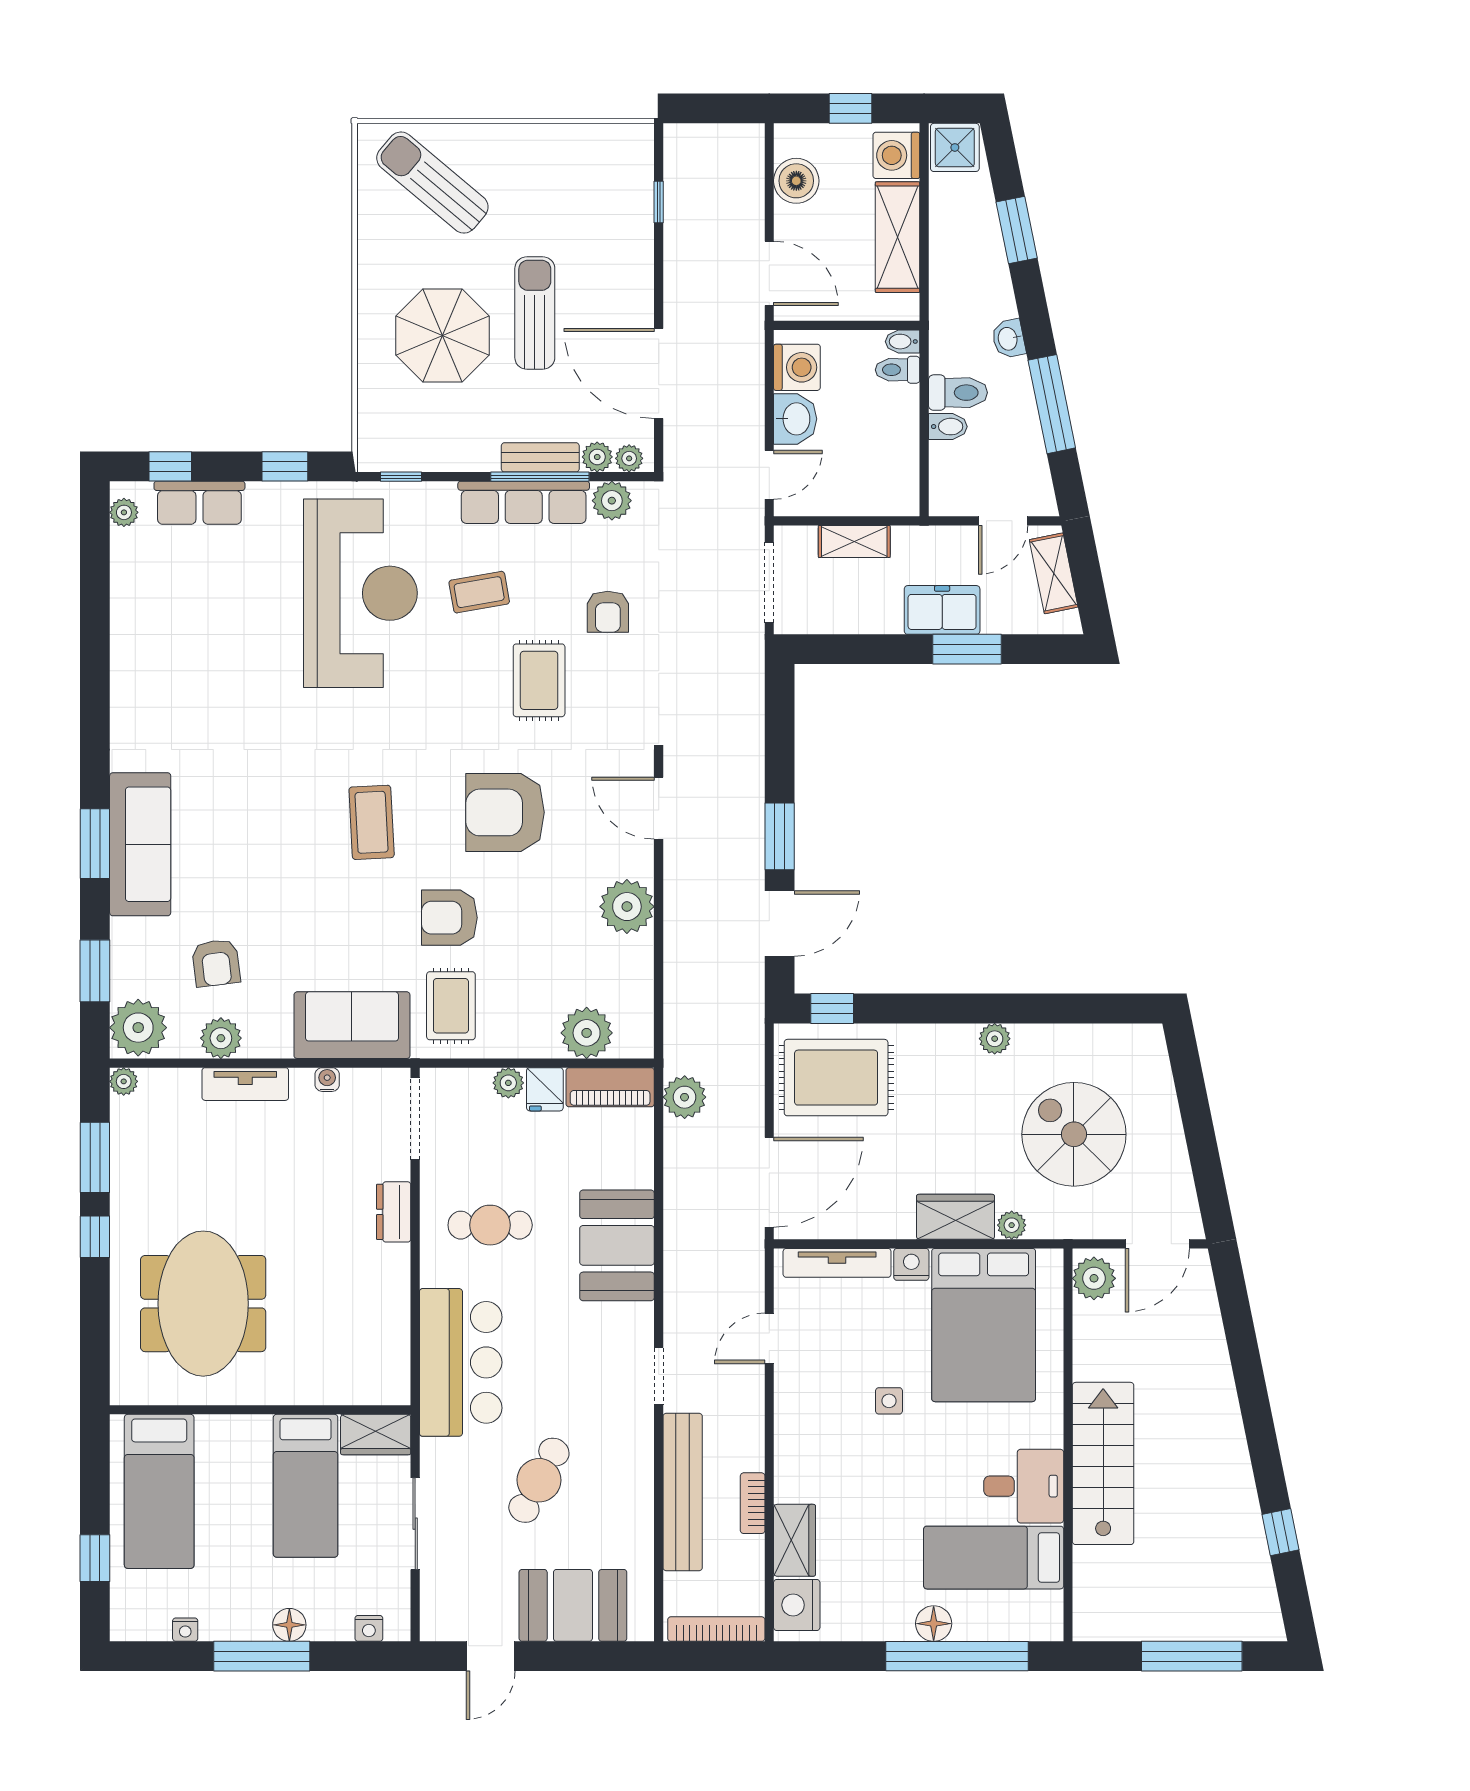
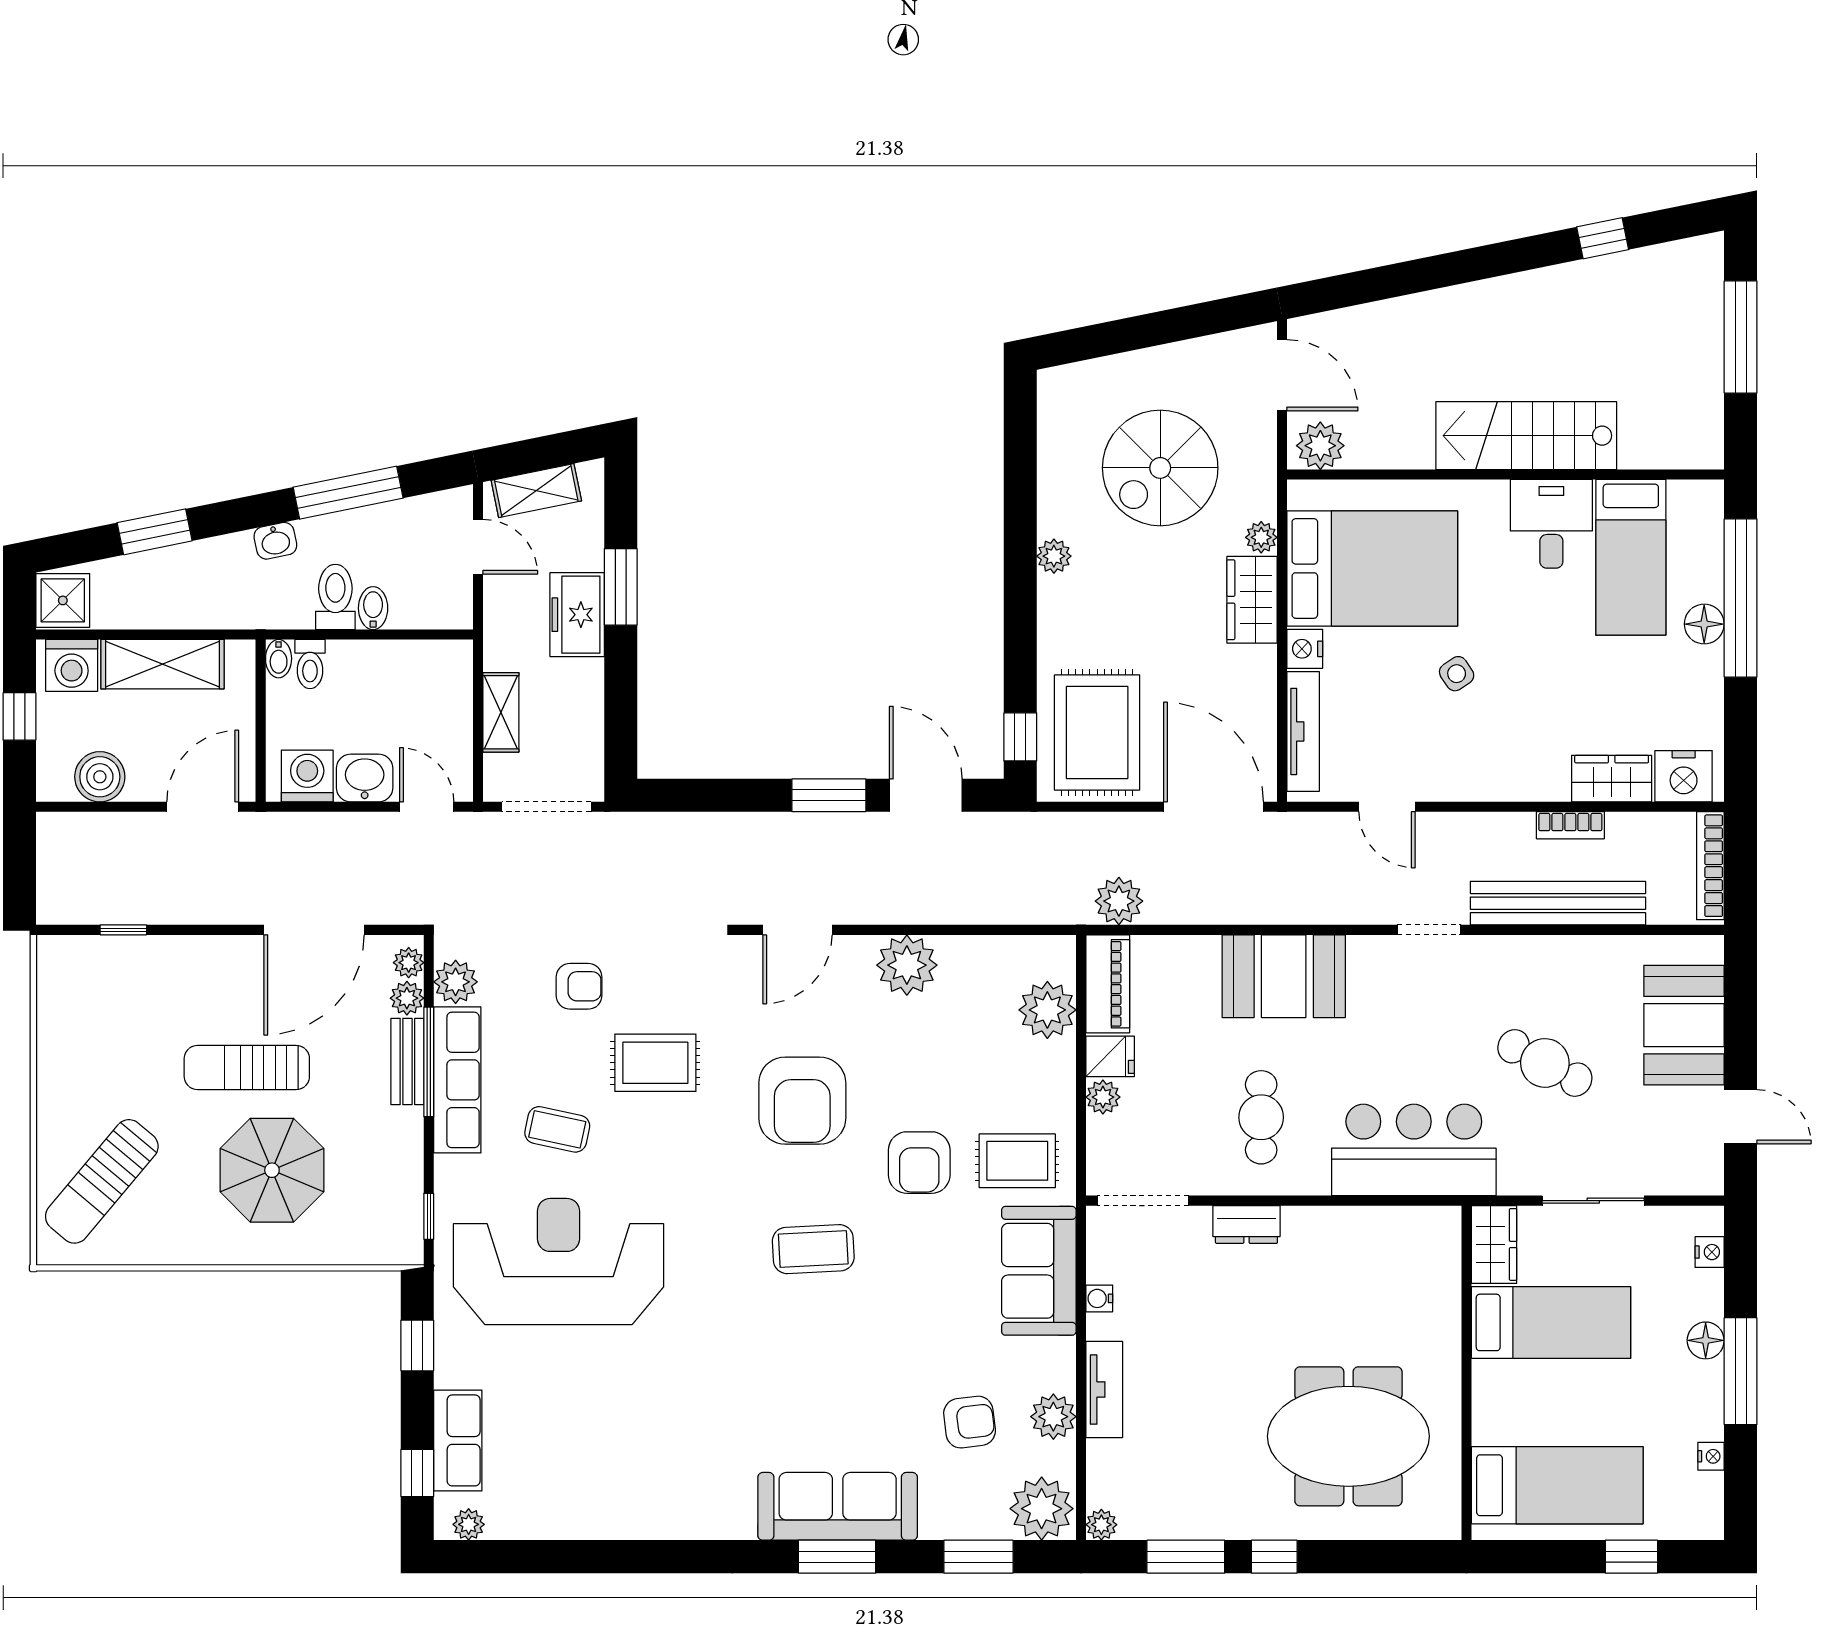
coffee table: (479, 592) -> (557, 1129), turned -68
side table: (889, 1401) -> (1457, 674), turned -34

